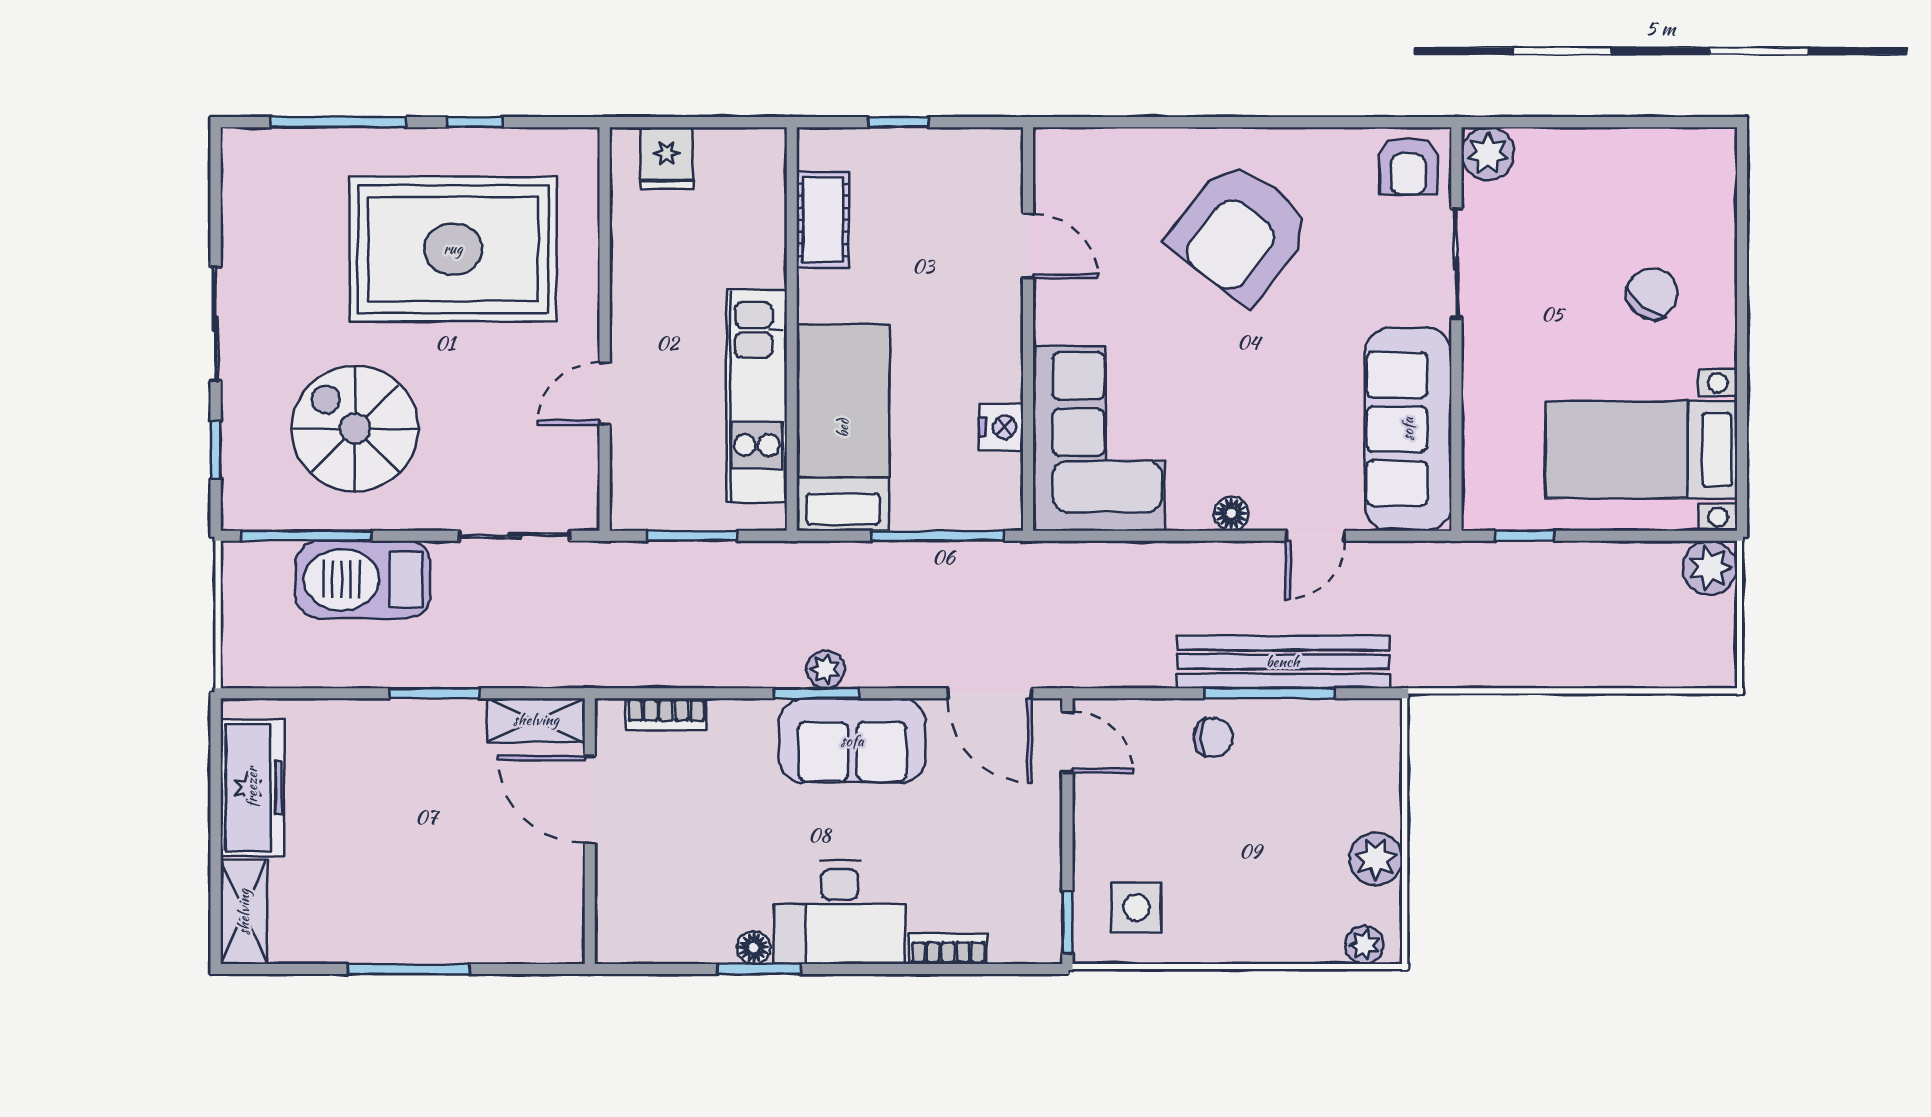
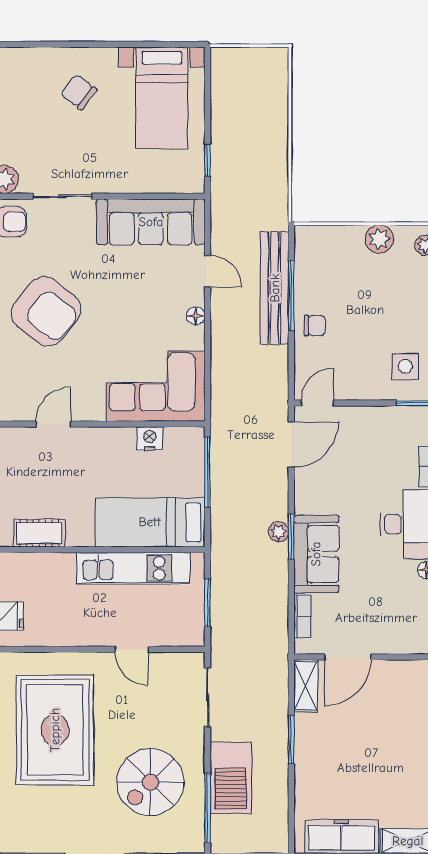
plant: (1710, 568) -> (224, 61), removed
chair: (1213, 738) -> (315, 326), turned 90
sofa: (852, 741) -> (316, 554), moved

